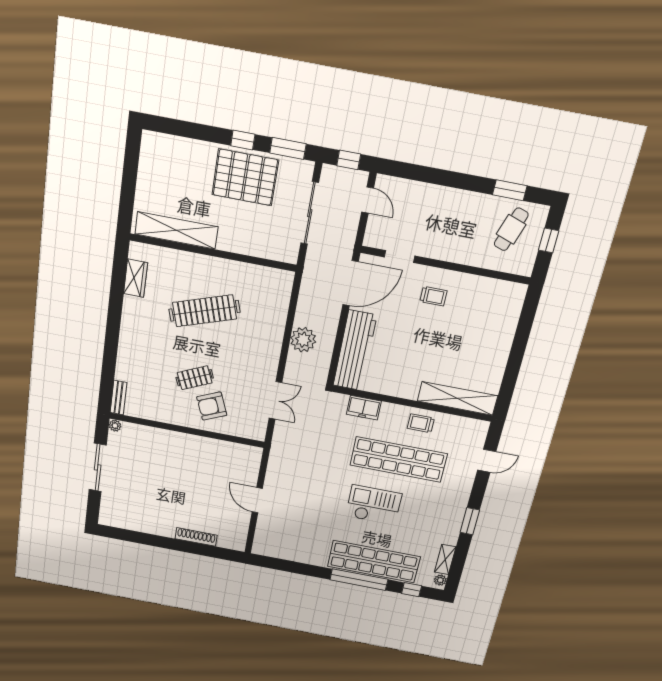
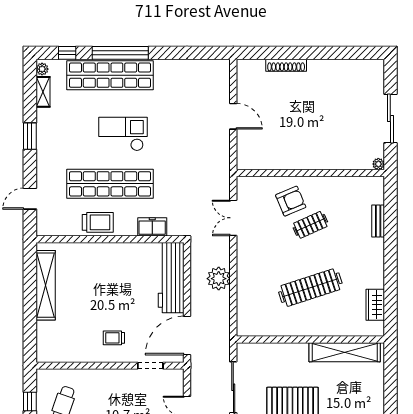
bench: (119, 398) -> (378, 221), moved
shelving: (457, 398) -> (46, 285), moved, turned 90
trolley: (421, 423) -> (98, 222), width x1.36, depth x1.39
checkout: (374, 505) -> (123, 134), turned 180

